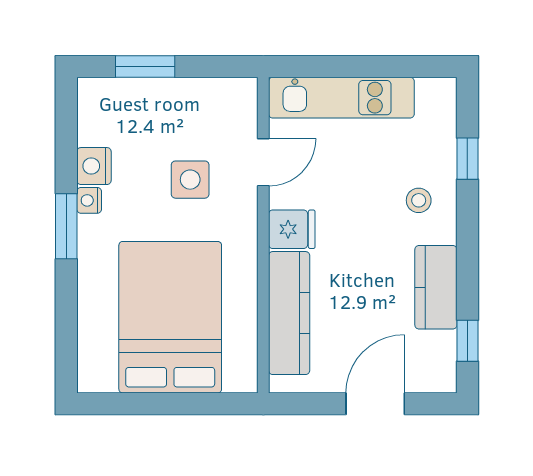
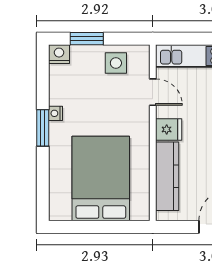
door: (263, 162) -> (153, 92), hinge flipped
nightstand: (94, 166) -> (59, 54), moved, turned 90
side table: (190, 180) -> (116, 63), moved

